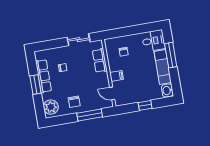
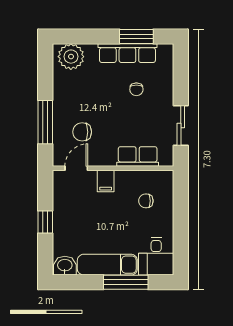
window: (35, 85) -> (136, 36), moved
chair: (74, 102) -> (82, 132), moved

